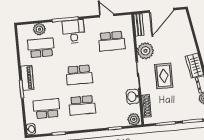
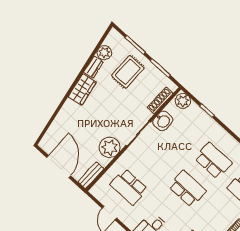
door: (161, 10) -> (59, 167), hinge flipped
school desk: (112, 41) -> (129, 187), turned 180
rug: (164, 76) -> (128, 72), moved

